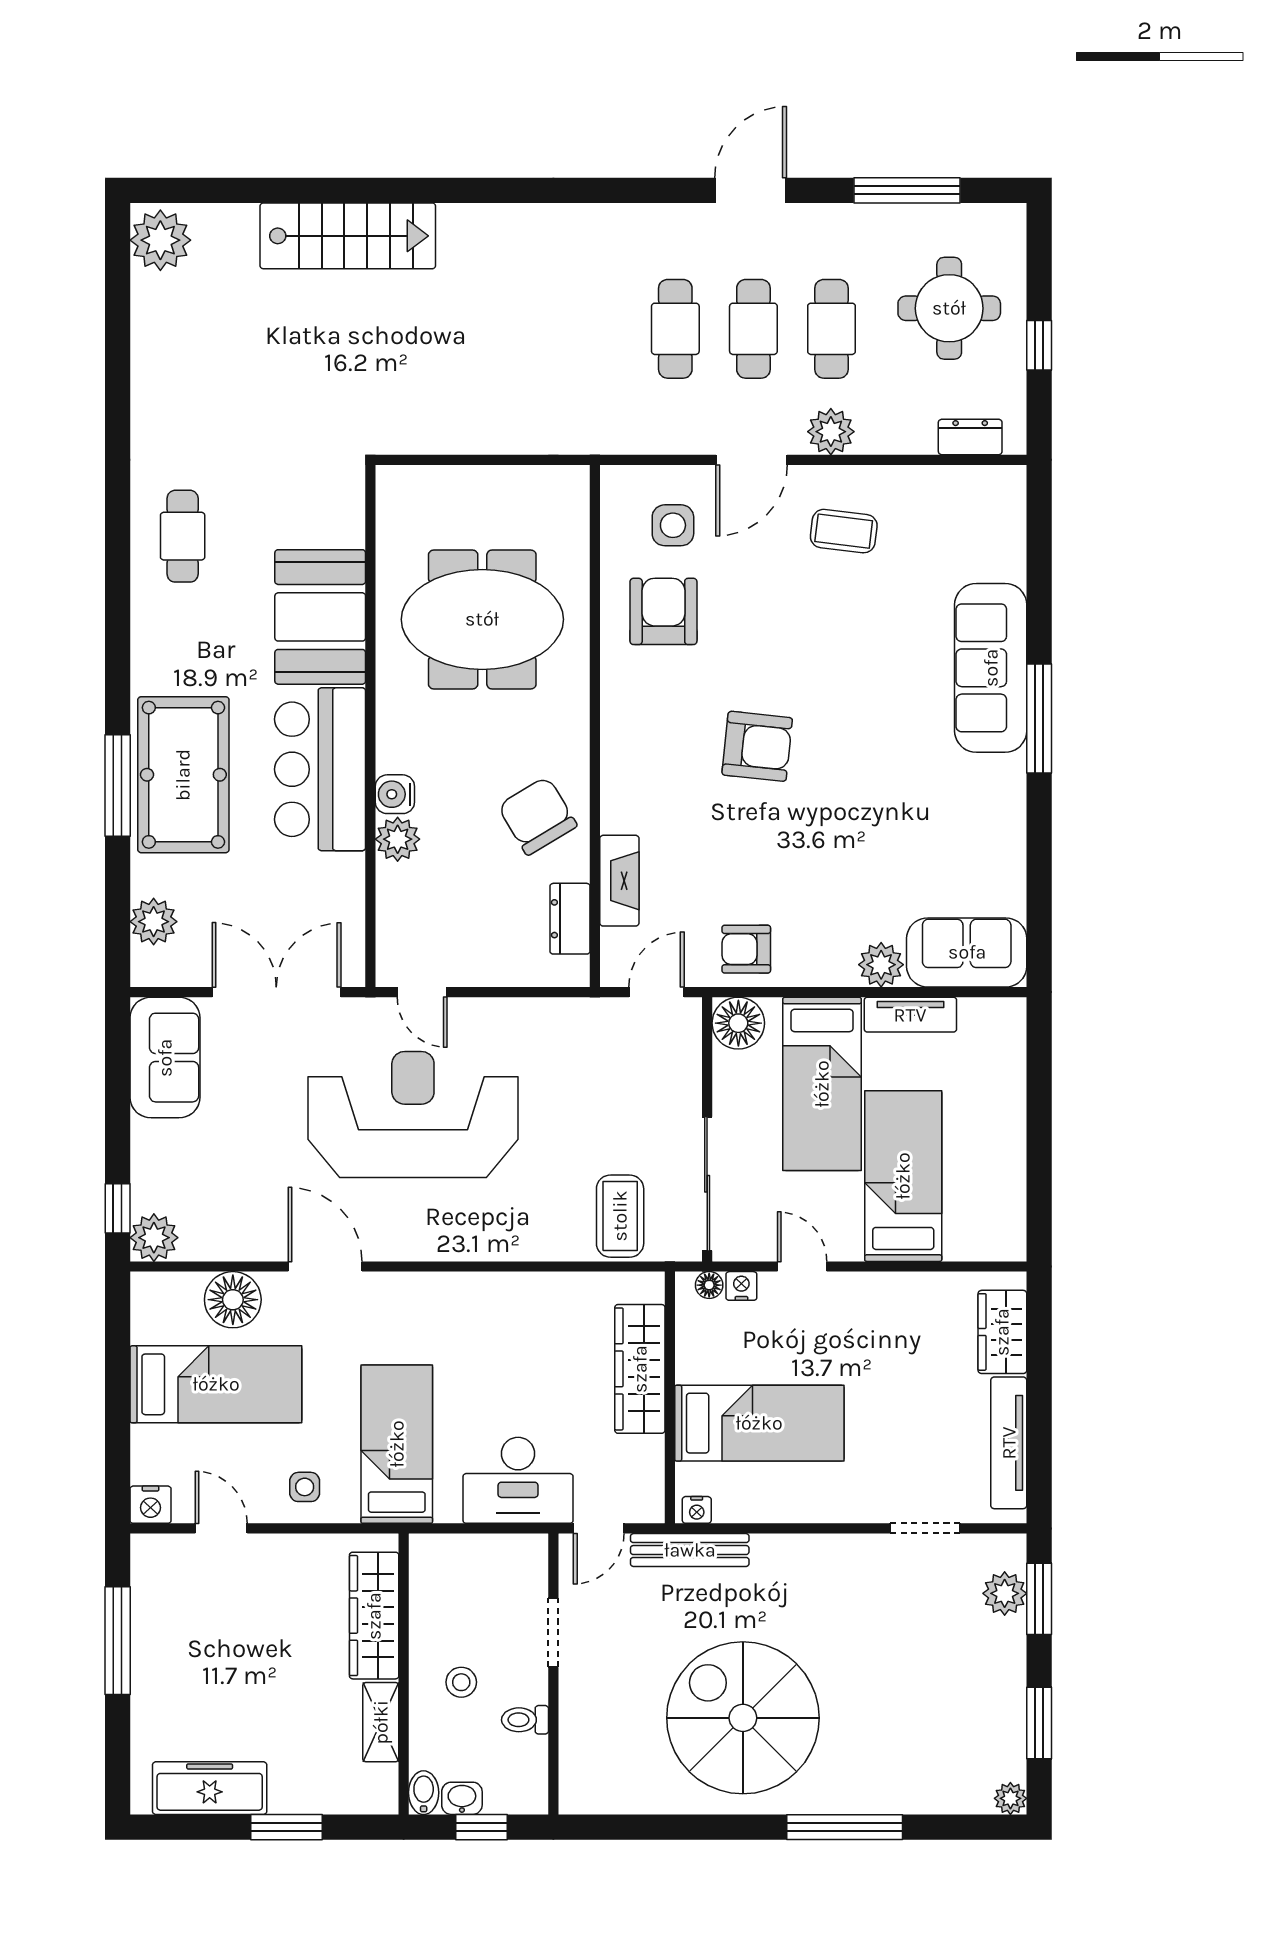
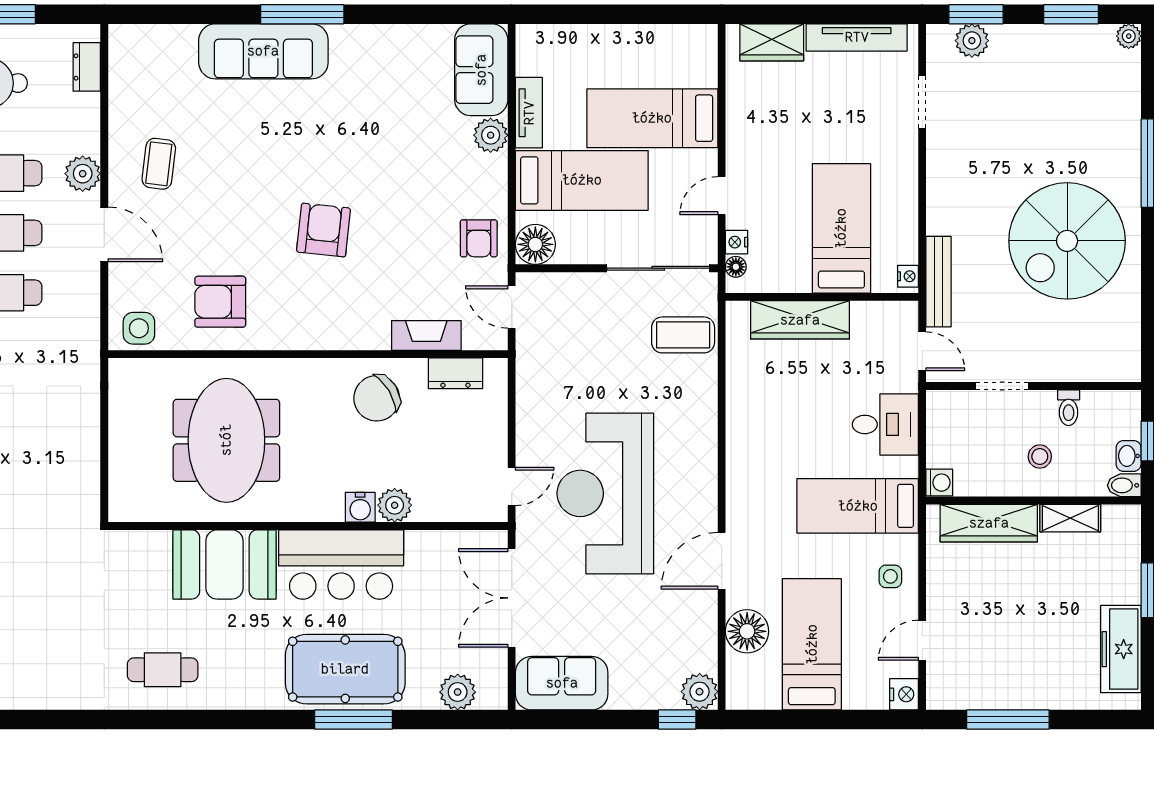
side table: (673, 525) -> (139, 328), moved
desk: (518, 1480) -> (885, 424), width x0.73
washing machine: (427, 1551) -> (939, 483), added

